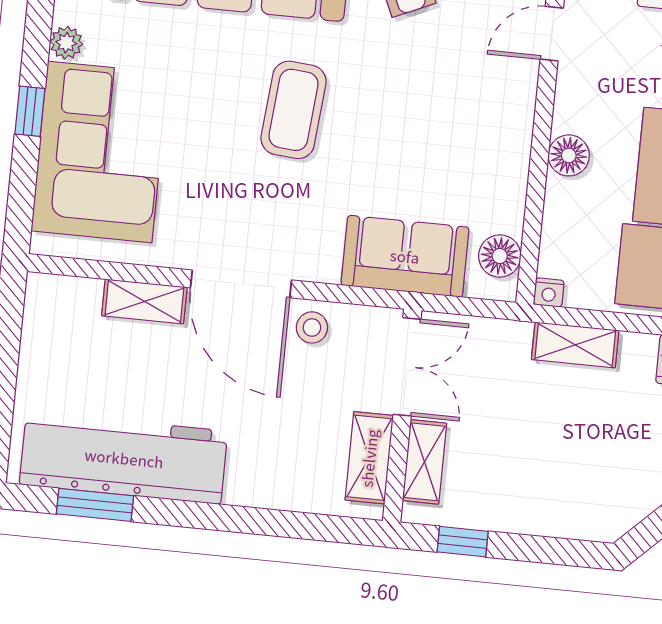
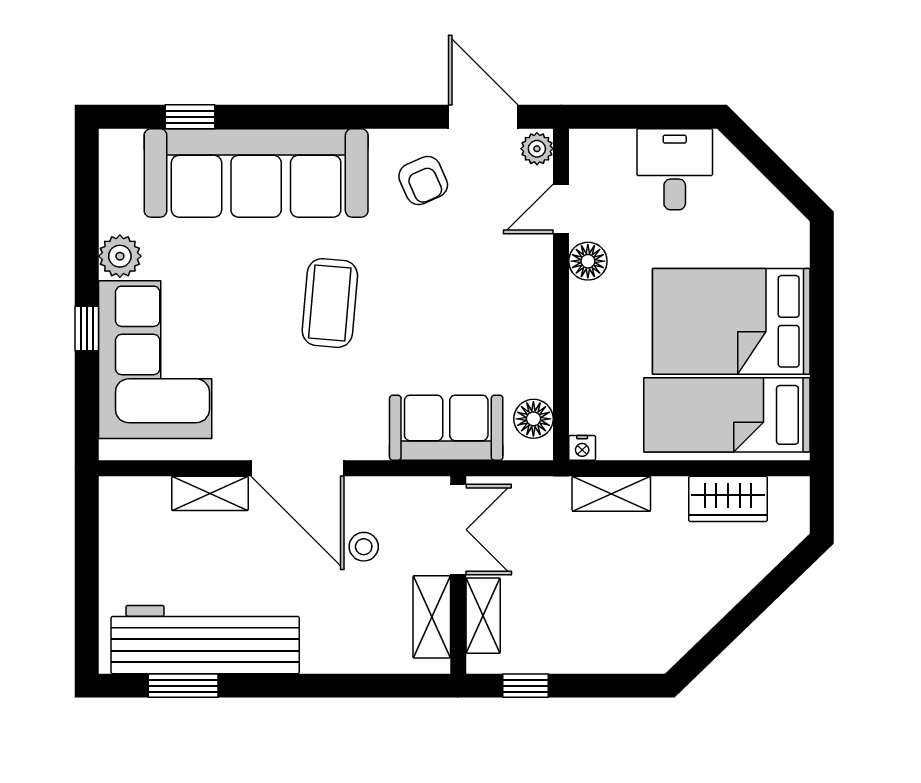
plant: (66, 43) -> (120, 256), width x1.38, depth x1.38
floor lamp: (569, 155) -> (588, 261), moved
stool: (312, 327) -> (364, 547), moved

